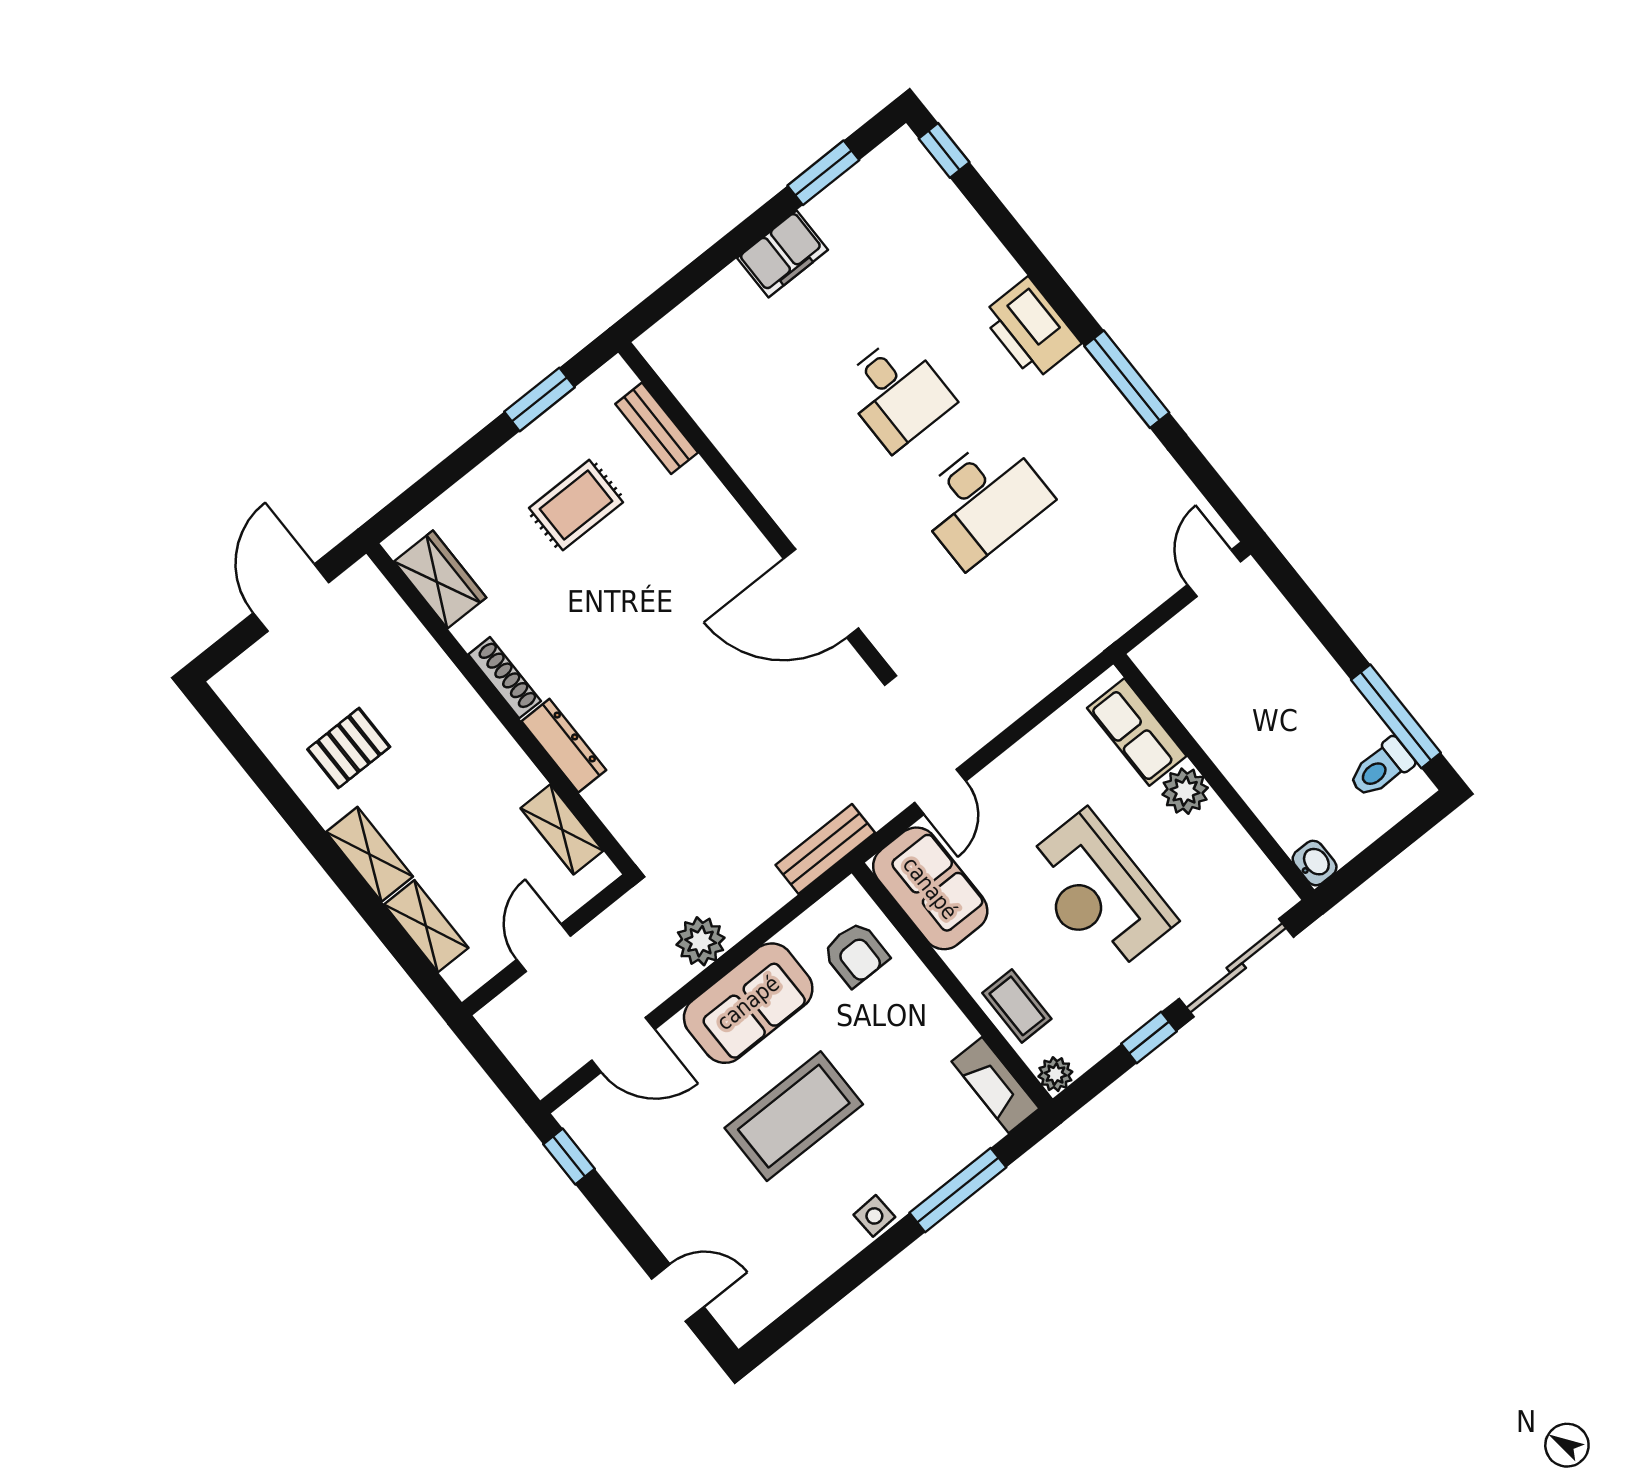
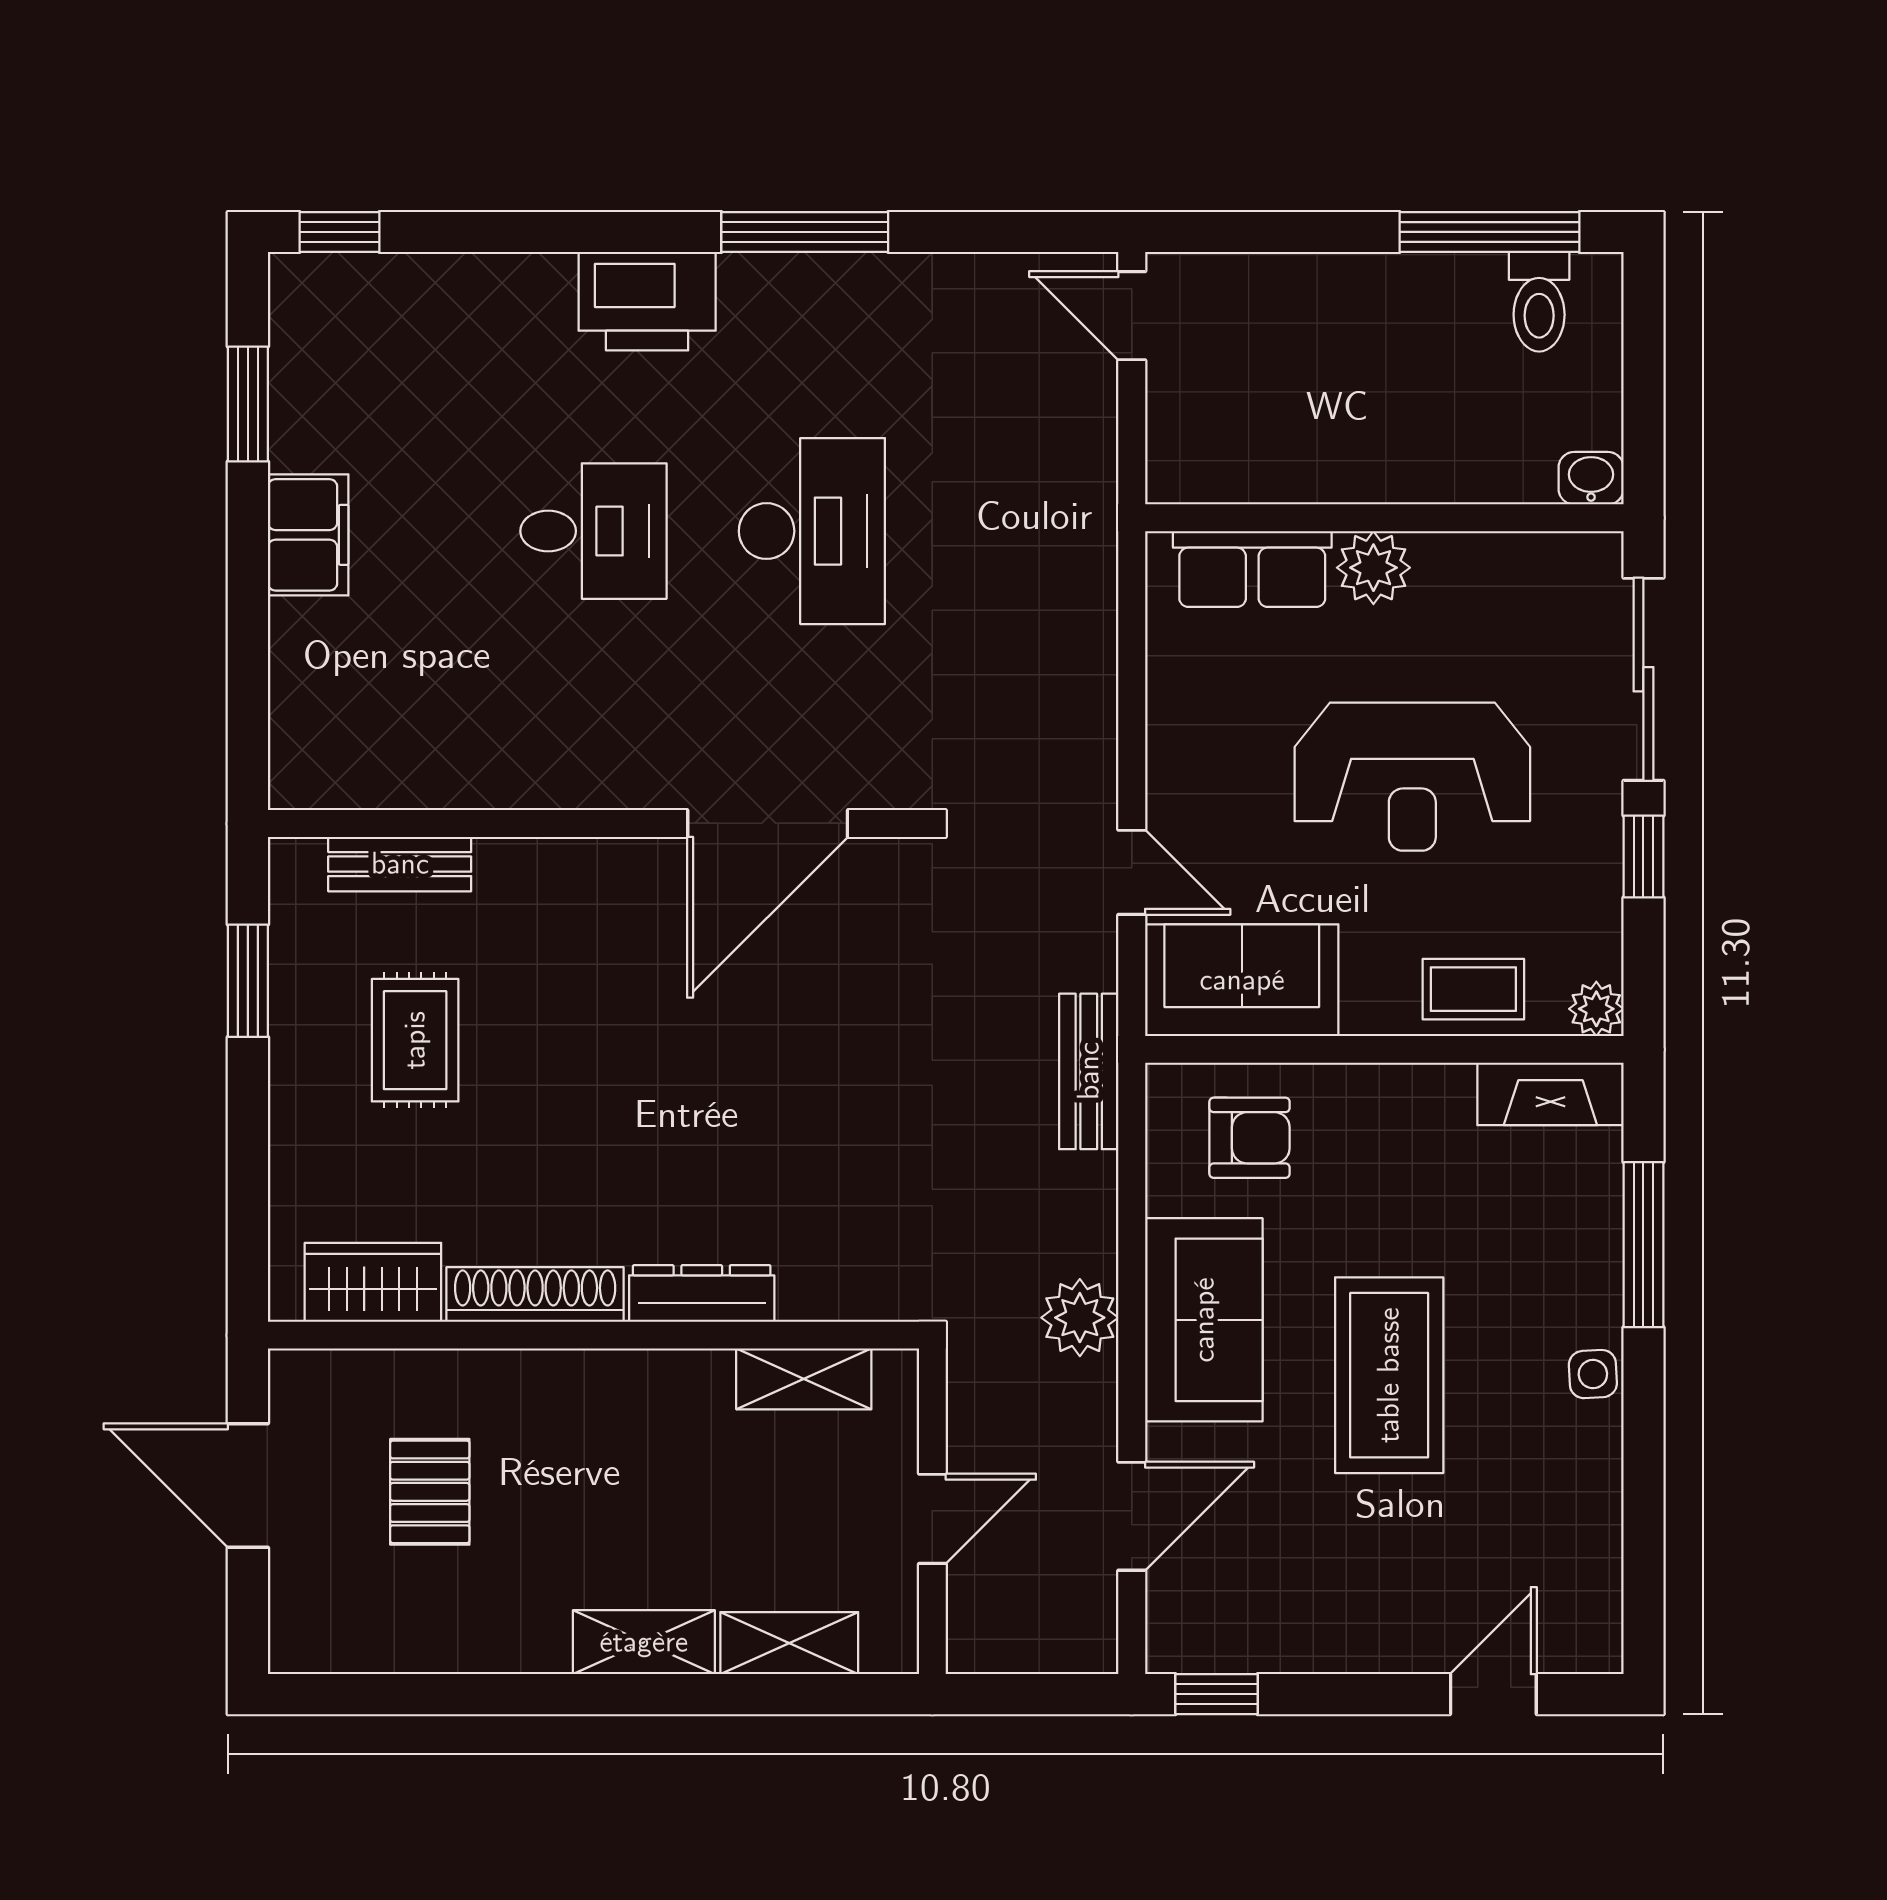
shoe rack: (505, 678) -> (535, 1295), width x1.36, depth x1.24
pallet: (349, 748) -> (430, 1492), moved
door: (544, 948) -> (932, 1519), swing flipped

